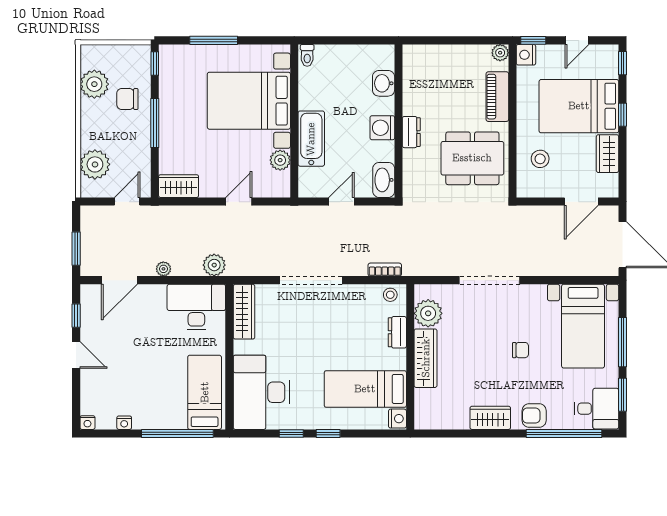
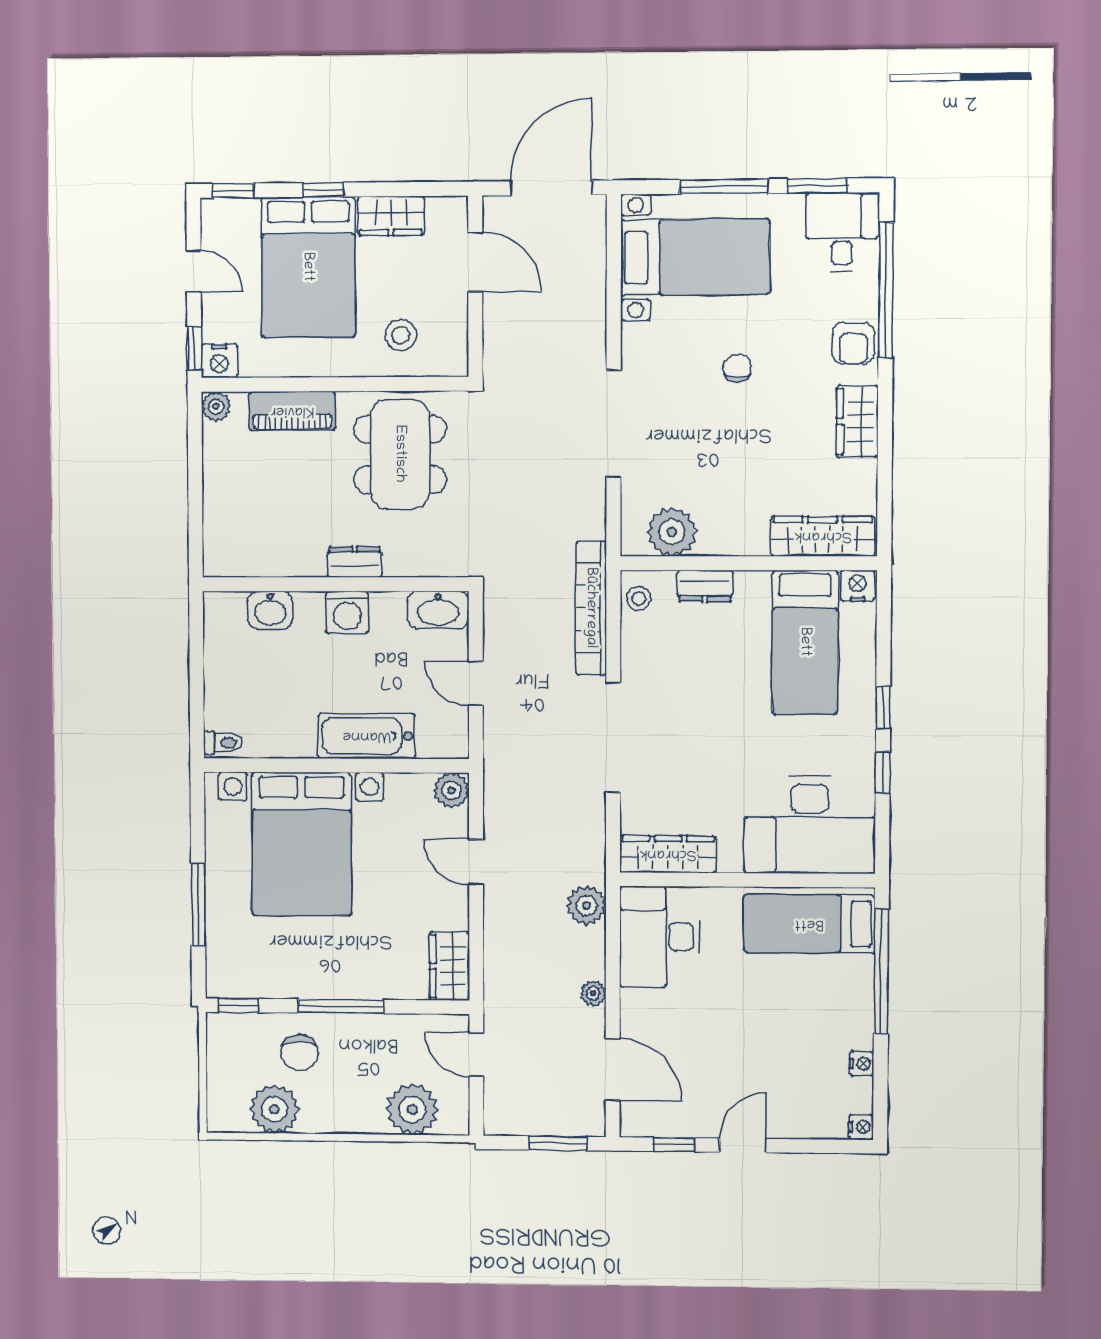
plant: (280, 160) -> (451, 790), moved
bookcase: (385, 270) -> (591, 608), width x2.31, depth x1.31
wardrobe: (426, 358) -> (823, 536), moved

